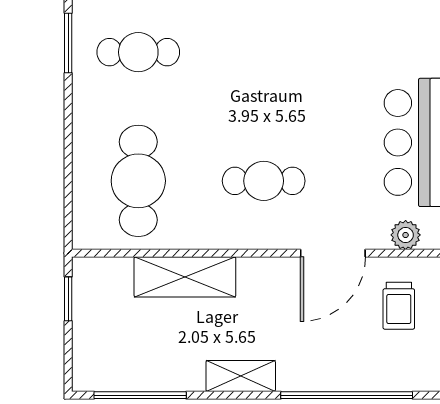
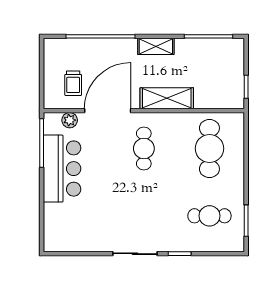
cafe table: (264, 181) -> (144, 148), turned 90
door: (333, 253) -> (108, 111), width x1.36
shelving: (185, 277) -> (167, 98), moved
trolley: (399, 306) -> (73, 83), turned 180

